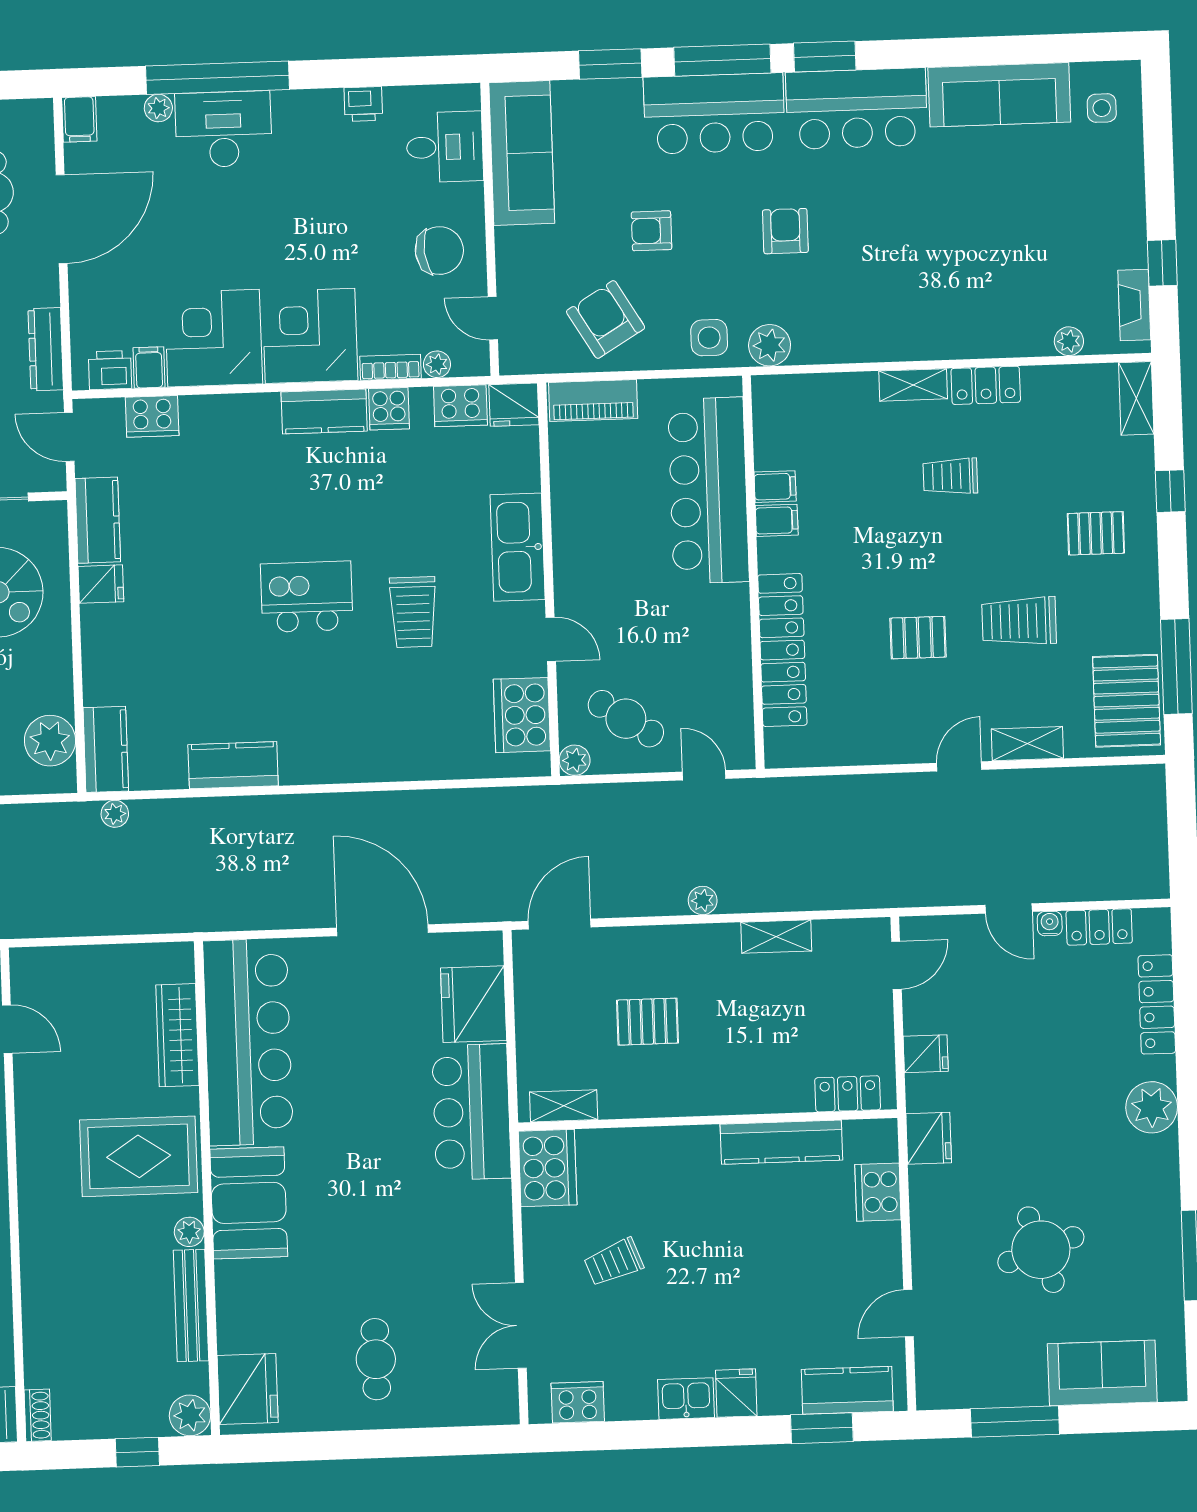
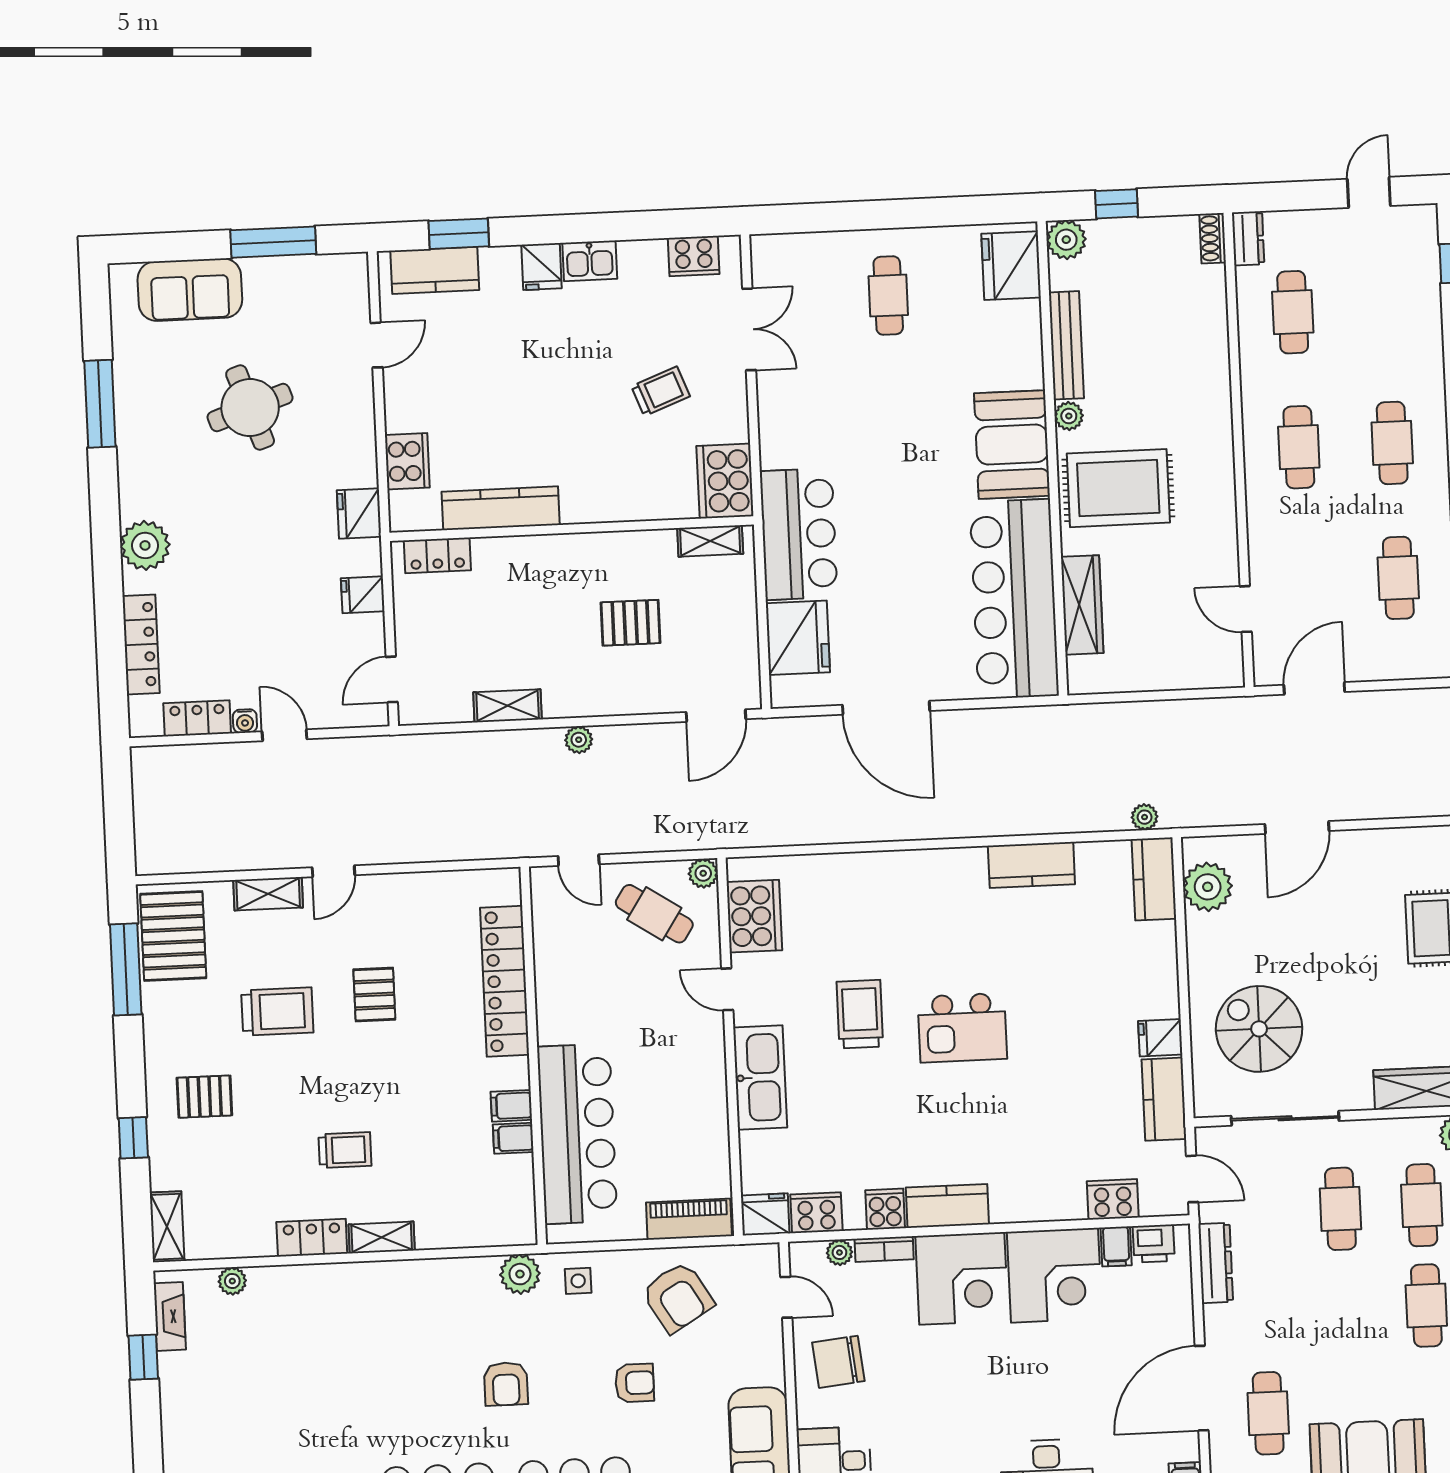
side table: (709, 338) -> (578, 1281), width x0.73, depth x0.73
pallet: (918, 638) -> (374, 995), turned 90

